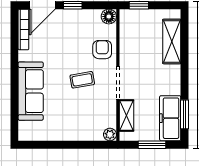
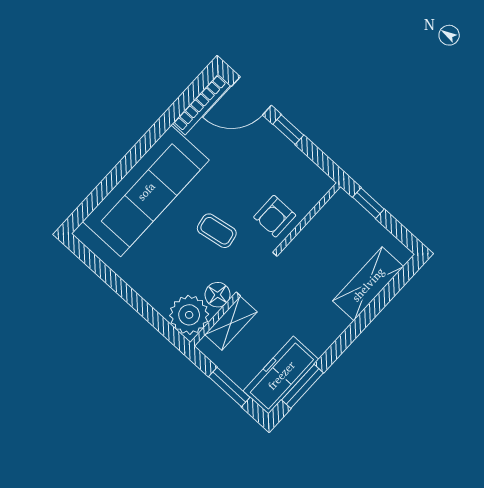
floor lamp: (109, 17) -> (218, 295), moved
armchair: (102, 50) -> (275, 216), turned 180
sofa: (31, 91) -> (146, 191), width x1.36, depth x1.27
plant: (110, 134) -> (189, 315), width x1.88, depth x1.88

